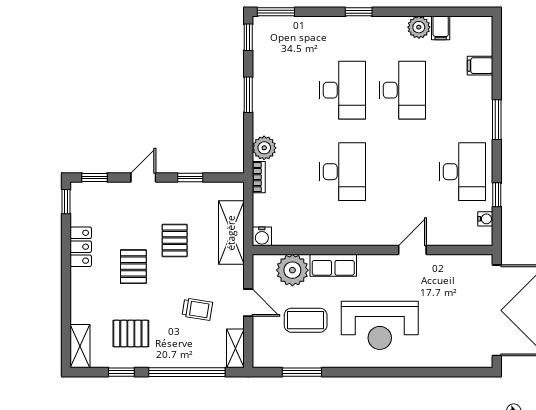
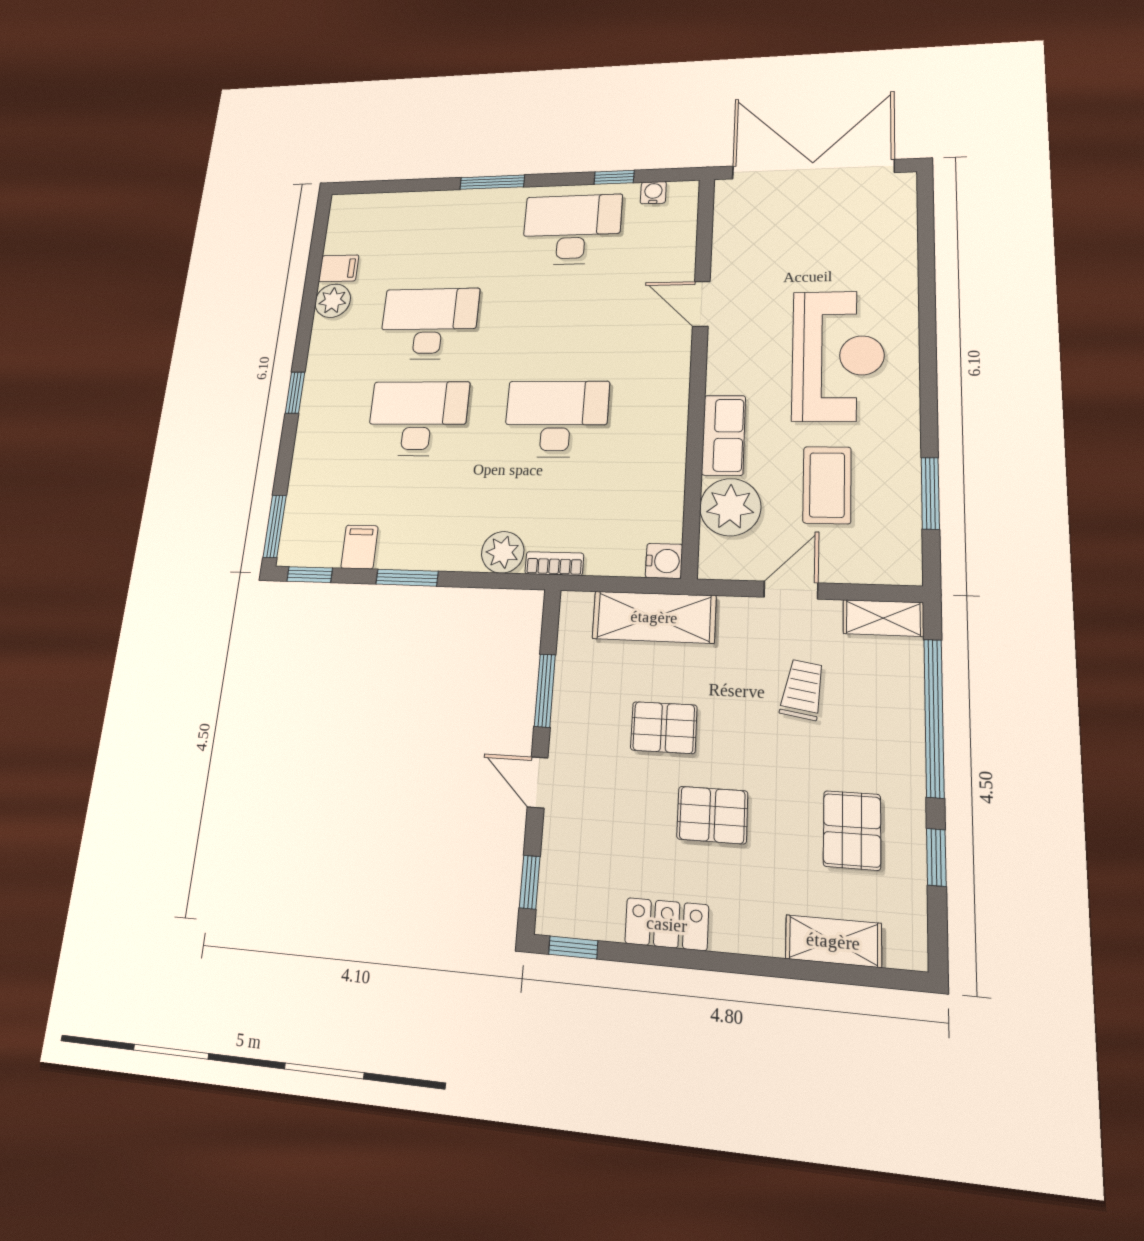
filing cabinet: (480, 66) -> (359, 547), moved, turned 180
window: (190, 177) -> (545, 690), width x1.50
shelving: (80, 346) -> (833, 941), moved

